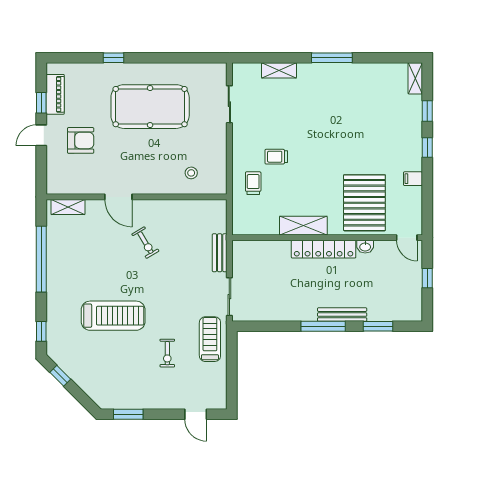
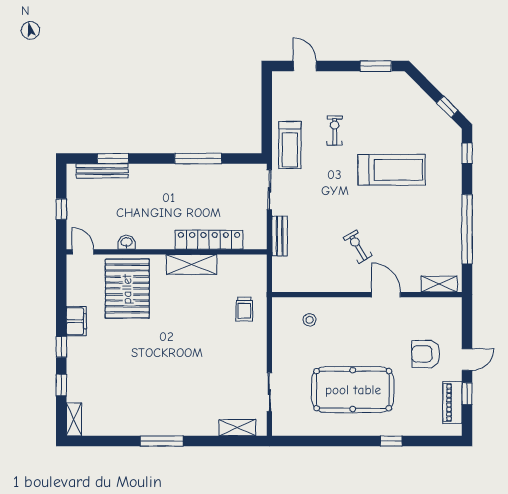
shelving: (279, 70) -> (237, 428), moved
trolley: (276, 157) -> (220, 337), removed
filing cabinet: (413, 179) -> (76, 321), width x2.00
locker: (324, 249) -> (209, 240), moved
bench: (342, 315) -> (102, 171), moved
treadmill: (113, 316) -> (392, 170), turned 180
window: (323, 326) -> (198, 159), moved

